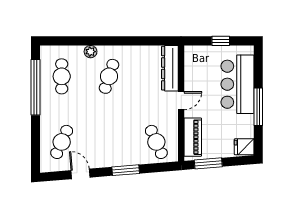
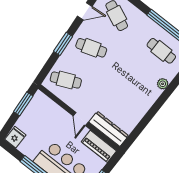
cafe table: (109, 76) -> (91, 48), moved, turned -36
piano: (193, 137) -> (99, 146), moved

